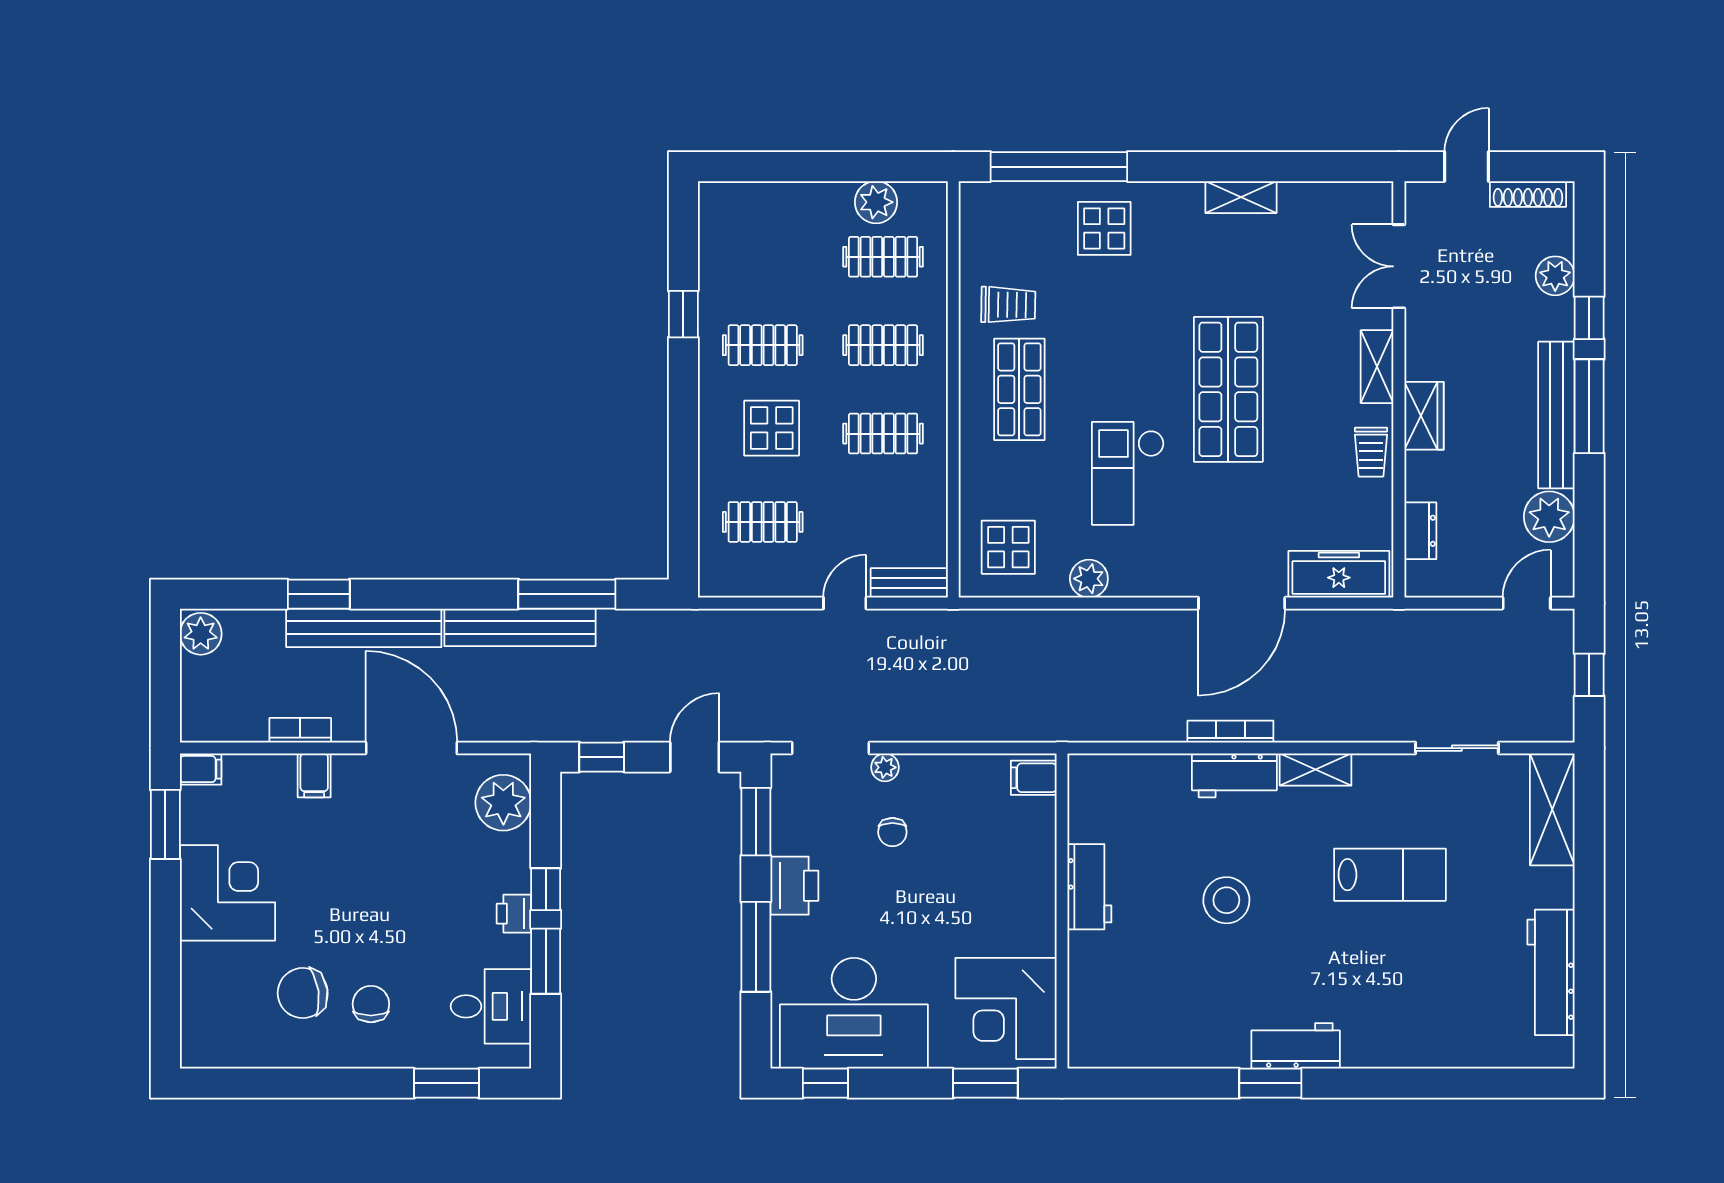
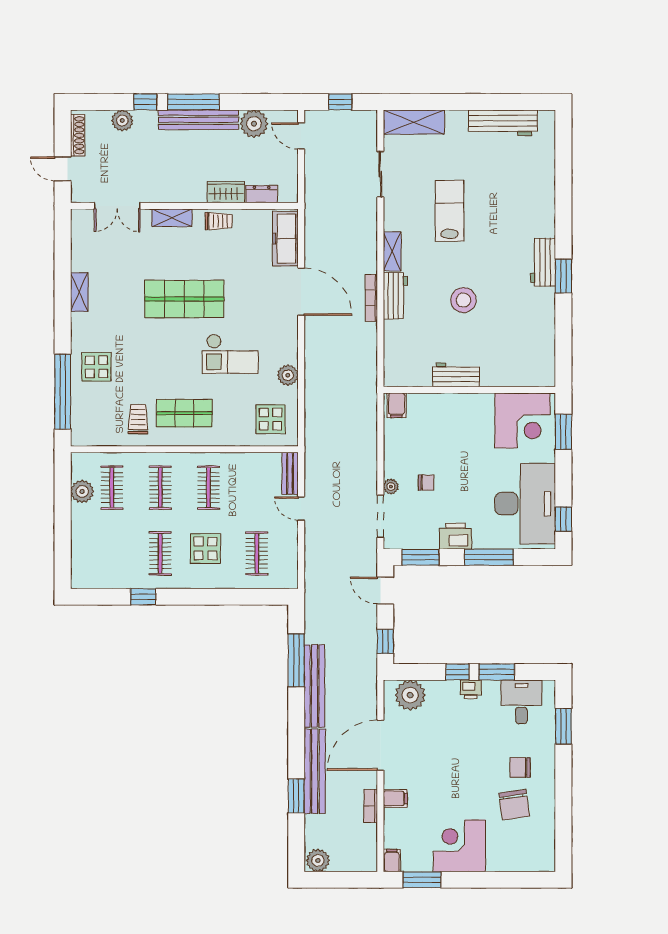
wardrobe: (1424, 416) -> (226, 192), moved

